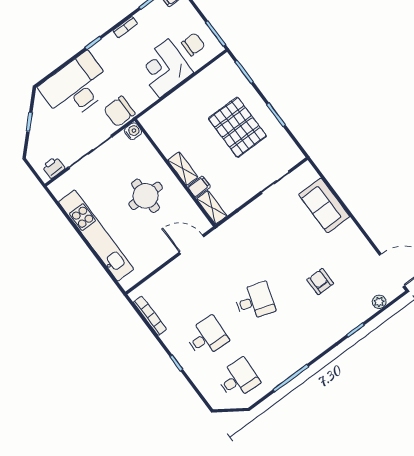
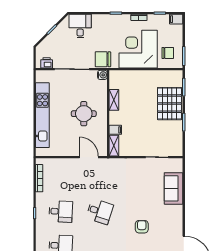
corner desk: (164, 68) -> (138, 49), width x1.36, depth x1.36
desk: (76, 87) -> (80, 26), width x0.53, depth x0.77
pallet: (237, 127) -> (169, 104), moved
shelving: (183, 169) -> (114, 100), moved

